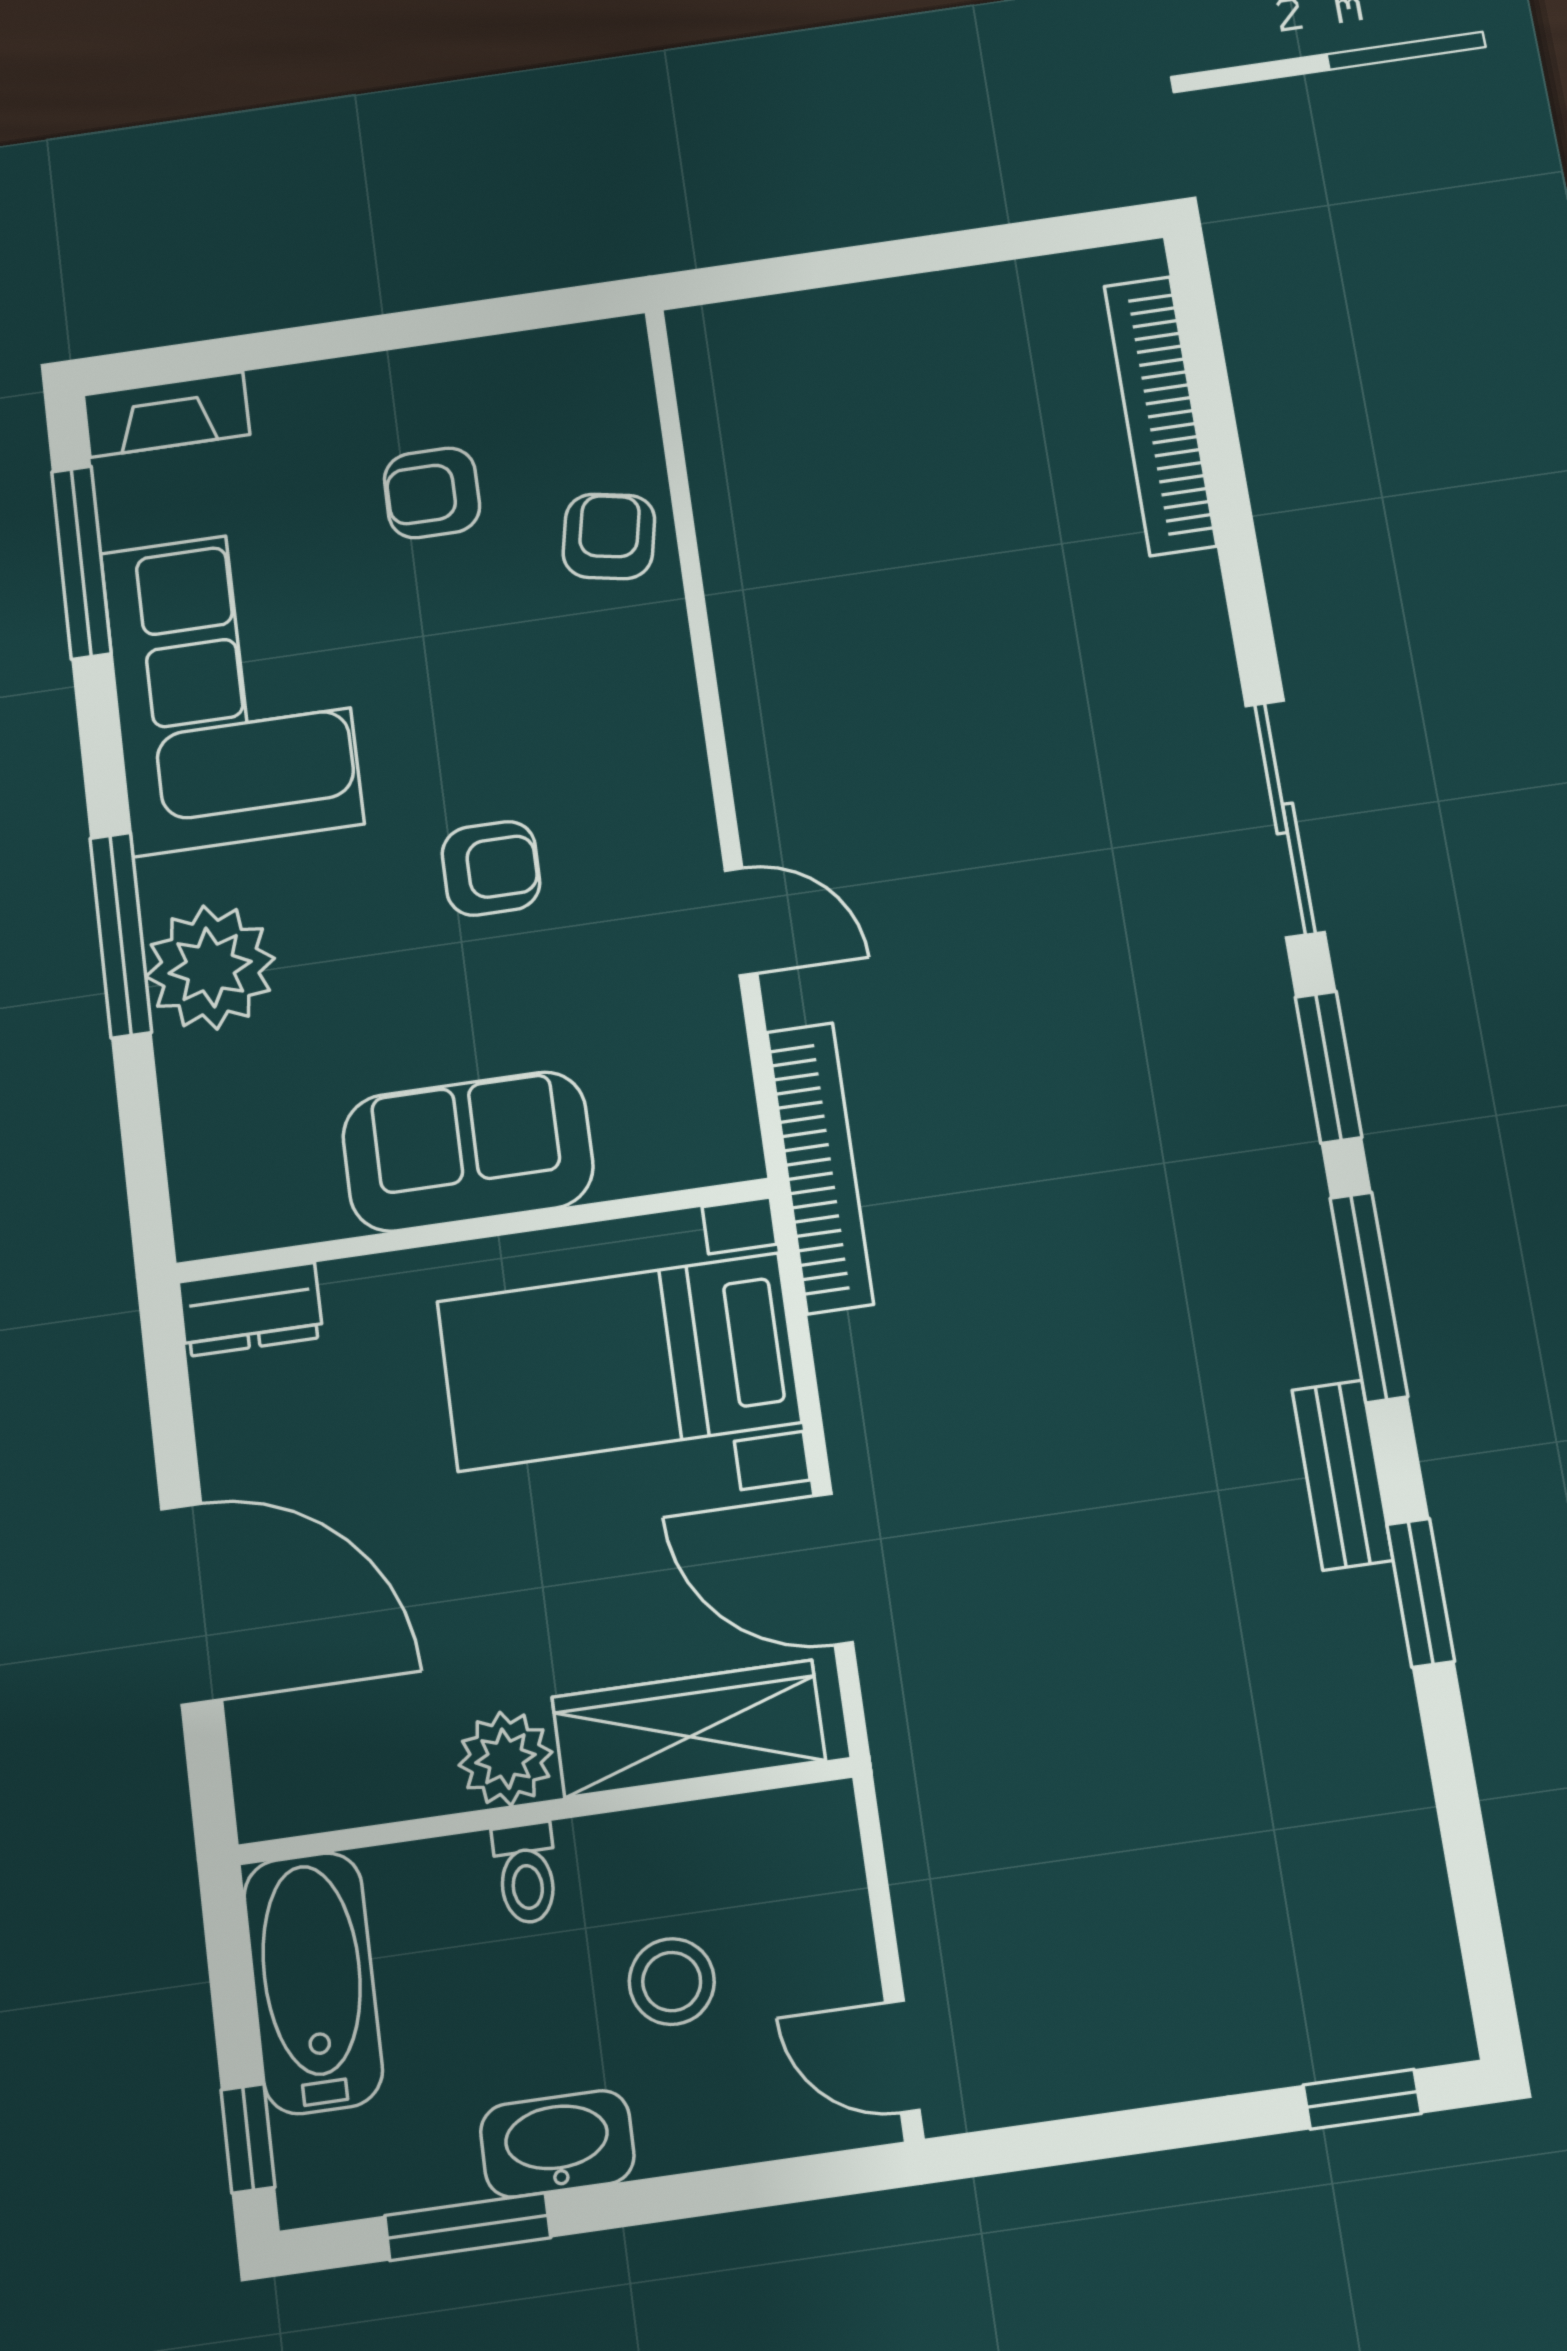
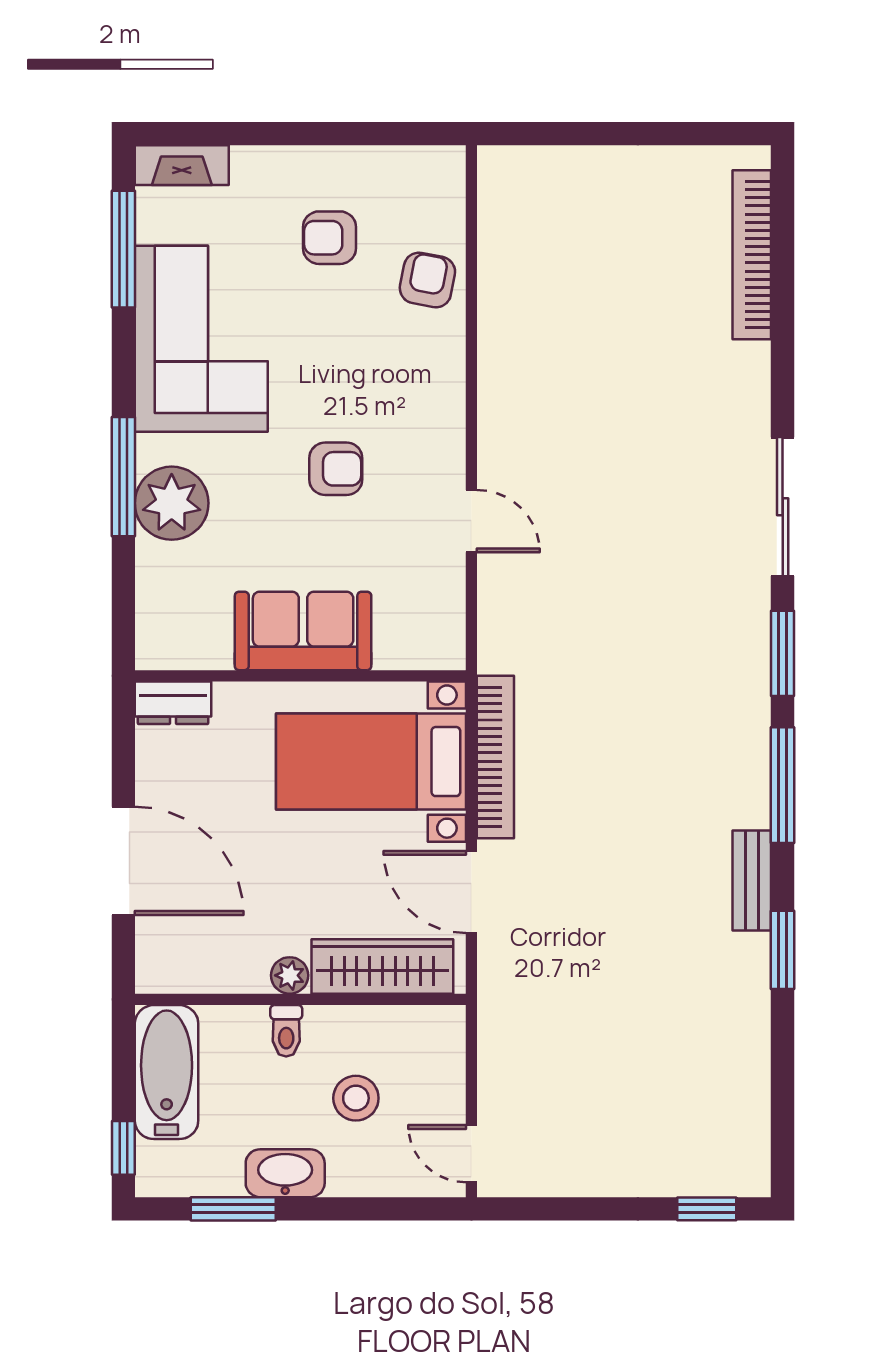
bookcase: (820, 1167) -> (495, 757), moved
plant: (505, 1759) -> (290, 975), width x0.73, depth x0.73

